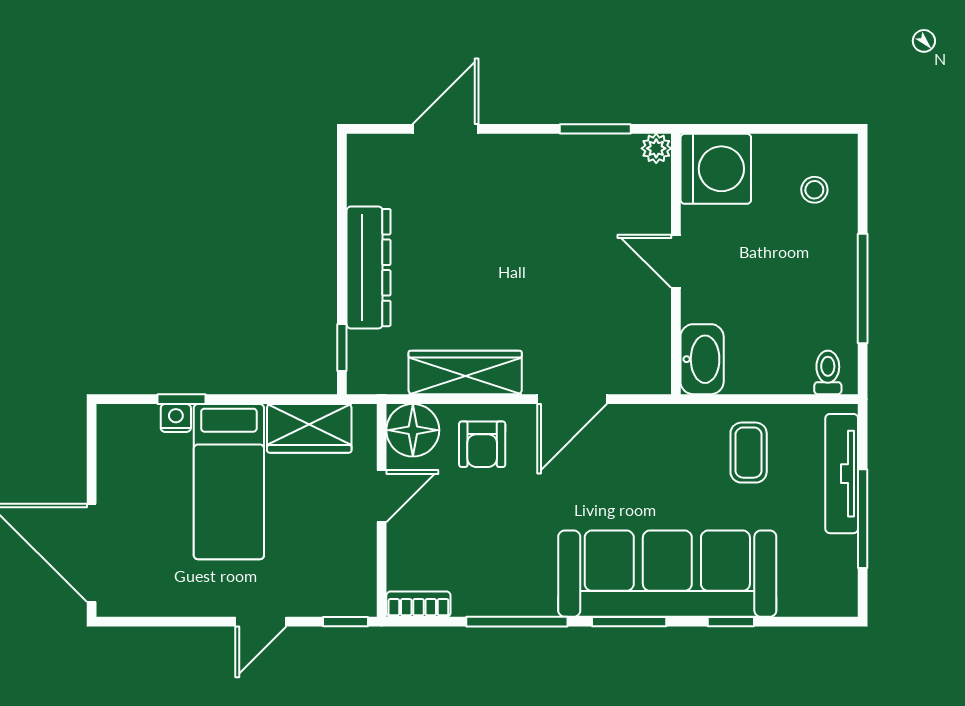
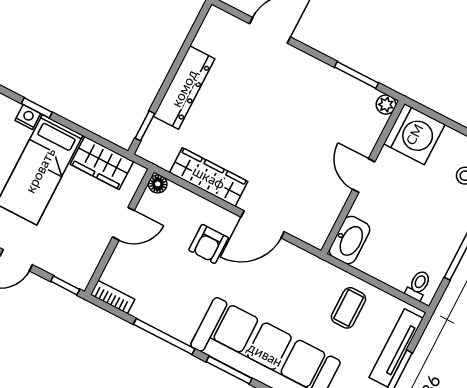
floor lamp: (413, 430) -> (158, 184), width x0.53, depth x0.53
armchair: (482, 444) -> (209, 244), moved

